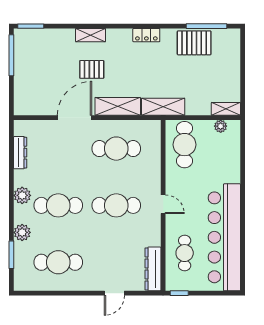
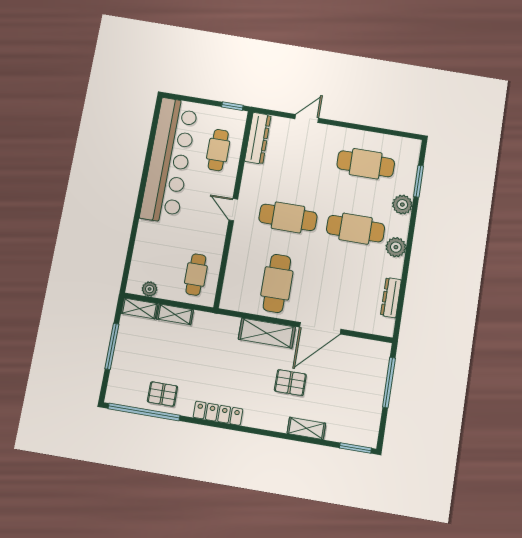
window: (206, 26) -> (144, 412), width x1.46
shelving: (91, 35) -> (306, 428), moved
locker: (146, 35) -> (218, 413), width x1.53
pallet: (194, 43) -> (162, 394), width x0.67, depth x0.71
window: (11, 55) -> (389, 382), moved
window: (243, 74) -> (112, 346), added
shelving: (163, 107) -> (175, 314), moved, width x0.67, depth x0.75
cafe table: (185, 145) -> (196, 275), width x0.73, depth x0.74
cafe table: (116, 149) -> (277, 283), turned 90

